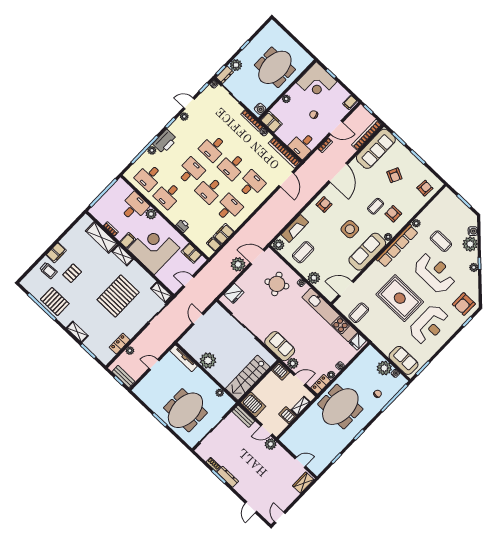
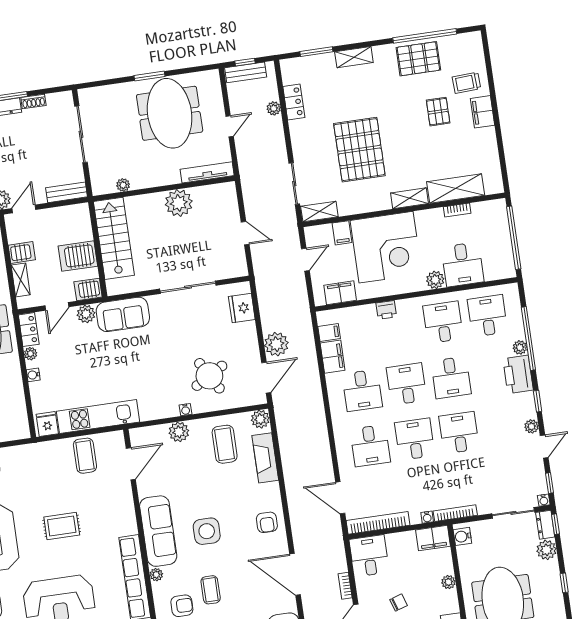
filing cabinet: (128, 240) -> (342, 233), moved
rug: (400, 298) -> (62, 526), width x0.54, depth x0.49
kitchen unit: (330, 315) -> (98, 417), width x0.73
server rack: (253, 405) -> (78, 256), moved
meeting table: (185, 410) -> (170, 113), moved

